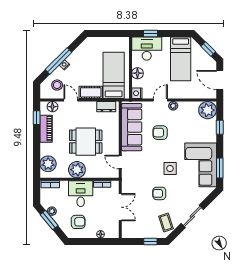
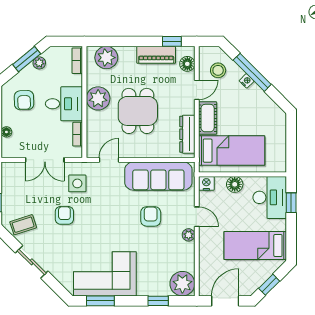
dresser: (106, 107) -> (187, 134), width x1.44
side table: (170, 169) -> (77, 183), moved

